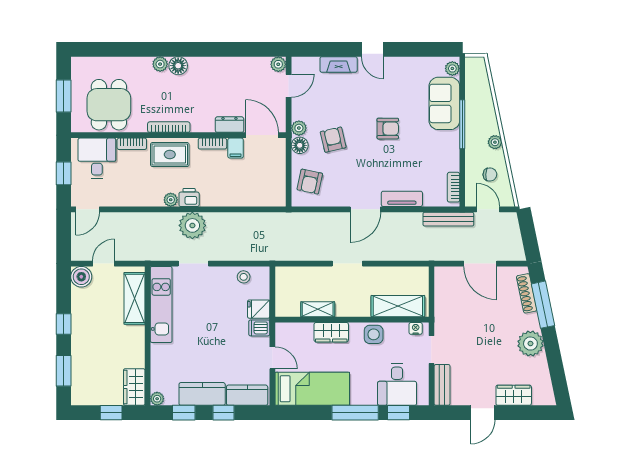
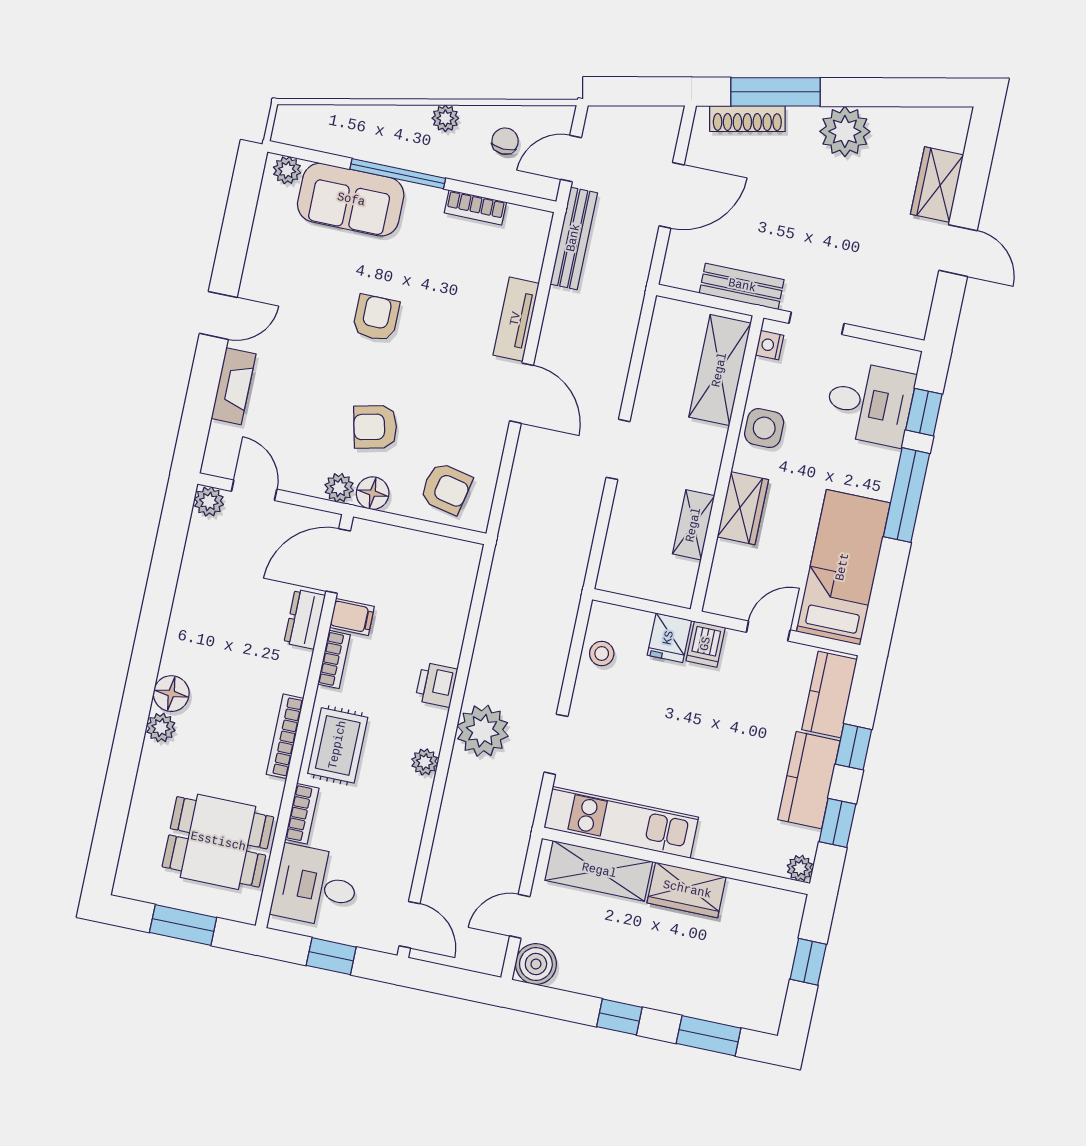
bookcase: (453, 187) -> (475, 207), moved
printer: (189, 197) -> (436, 685), moved
door: (103, 264) -> (520, 916), hinge flipped
bench: (442, 385) -> (742, 286), moved
wardrobe: (134, 387) -> (687, 890), moved

